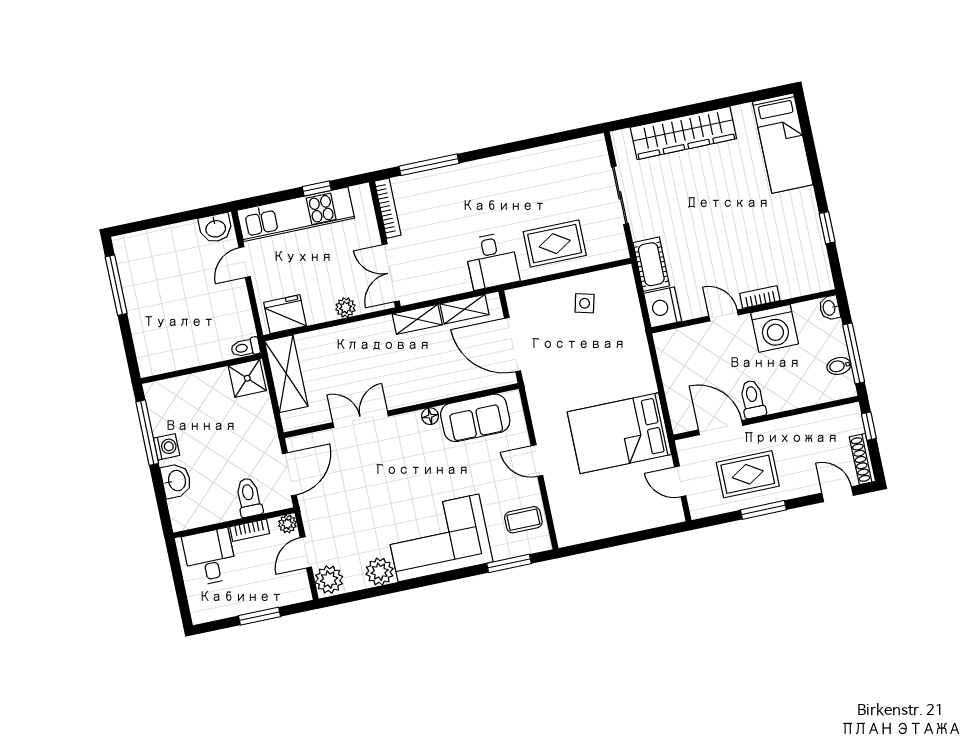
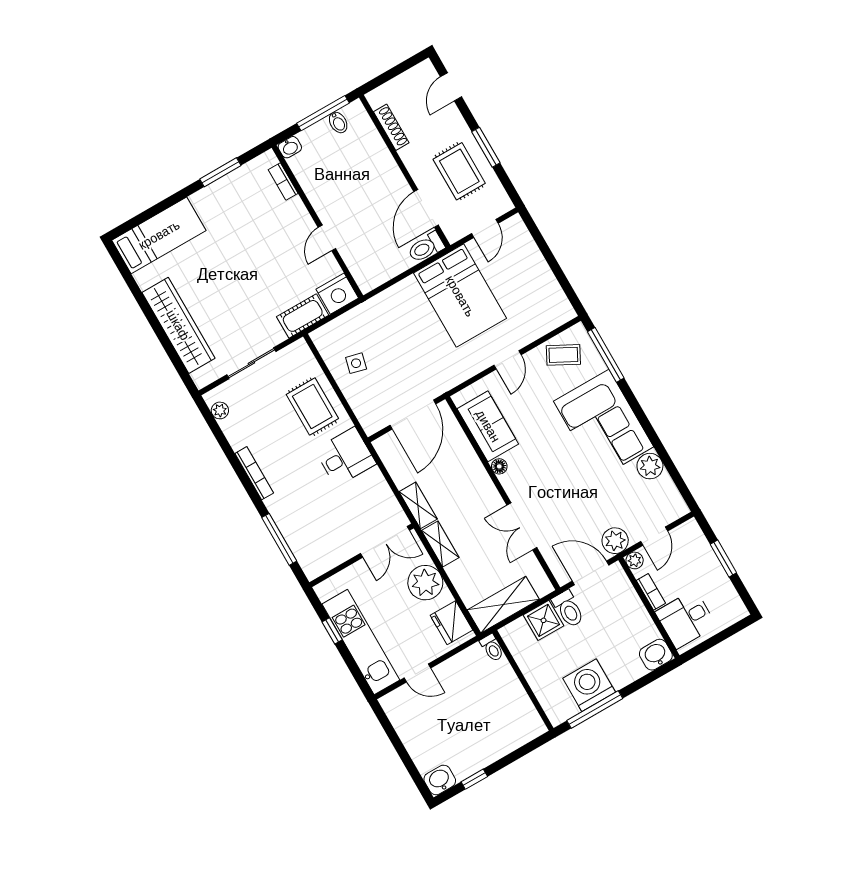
plant: (582, 147) -> (220, 410), added
bookcase: (388, 208) -> (254, 473), moved, turned 90
washbasin: (215, 228) -> (440, 780), moved, turned -90
window: (827, 228) -> (220, 172), width x1.50
window: (116, 285) -> (474, 779), width x0.46
bookcase: (760, 297) -> (283, 182), moved
plant: (346, 308) -> (425, 583), width x1.88, depth x1.88
shelving: (465, 309) -> (440, 544), moved
washing machine: (775, 328) -> (324, 190), removed
shower: (247, 378) -> (543, 620), moved
toilet: (753, 399) -> (426, 247), moved
window: (869, 426) -> (382, 79), removed
washing machine: (167, 447) -> (589, 685), width x1.89, depth x1.89
shoe rack: (862, 459) -> (391, 127), moved, turned -90
washbasin: (176, 481) -> (656, 655), moved
toilet: (249, 497) -> (568, 609), moved, turned -90
coffee table: (523, 520) -> (563, 355), turned -62
door: (306, 552) -> (654, 536), hinge flipped
window: (509, 563) -> (606, 355), width x1.44
plant: (329, 580) -> (615, 541), moved

